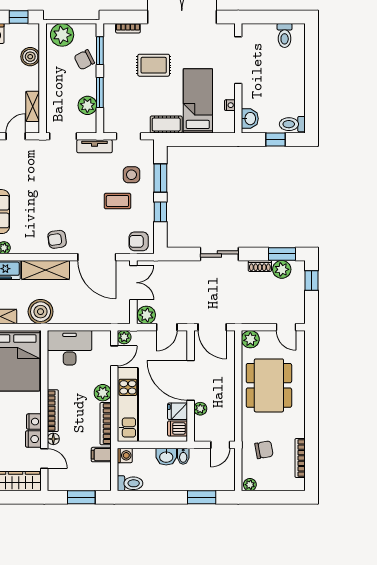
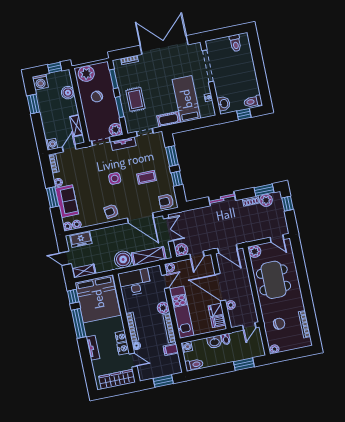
chair: (84, 60) -> (97, 97), moved
rug: (154, 65) -> (135, 99), moved, turned 90
plant: (87, 105) -> (116, 130), moved
side table: (131, 175) -> (115, 178), moved
shelving: (45, 270) -> (149, 256), moved
boiler: (41, 312) -> (123, 259), moved

